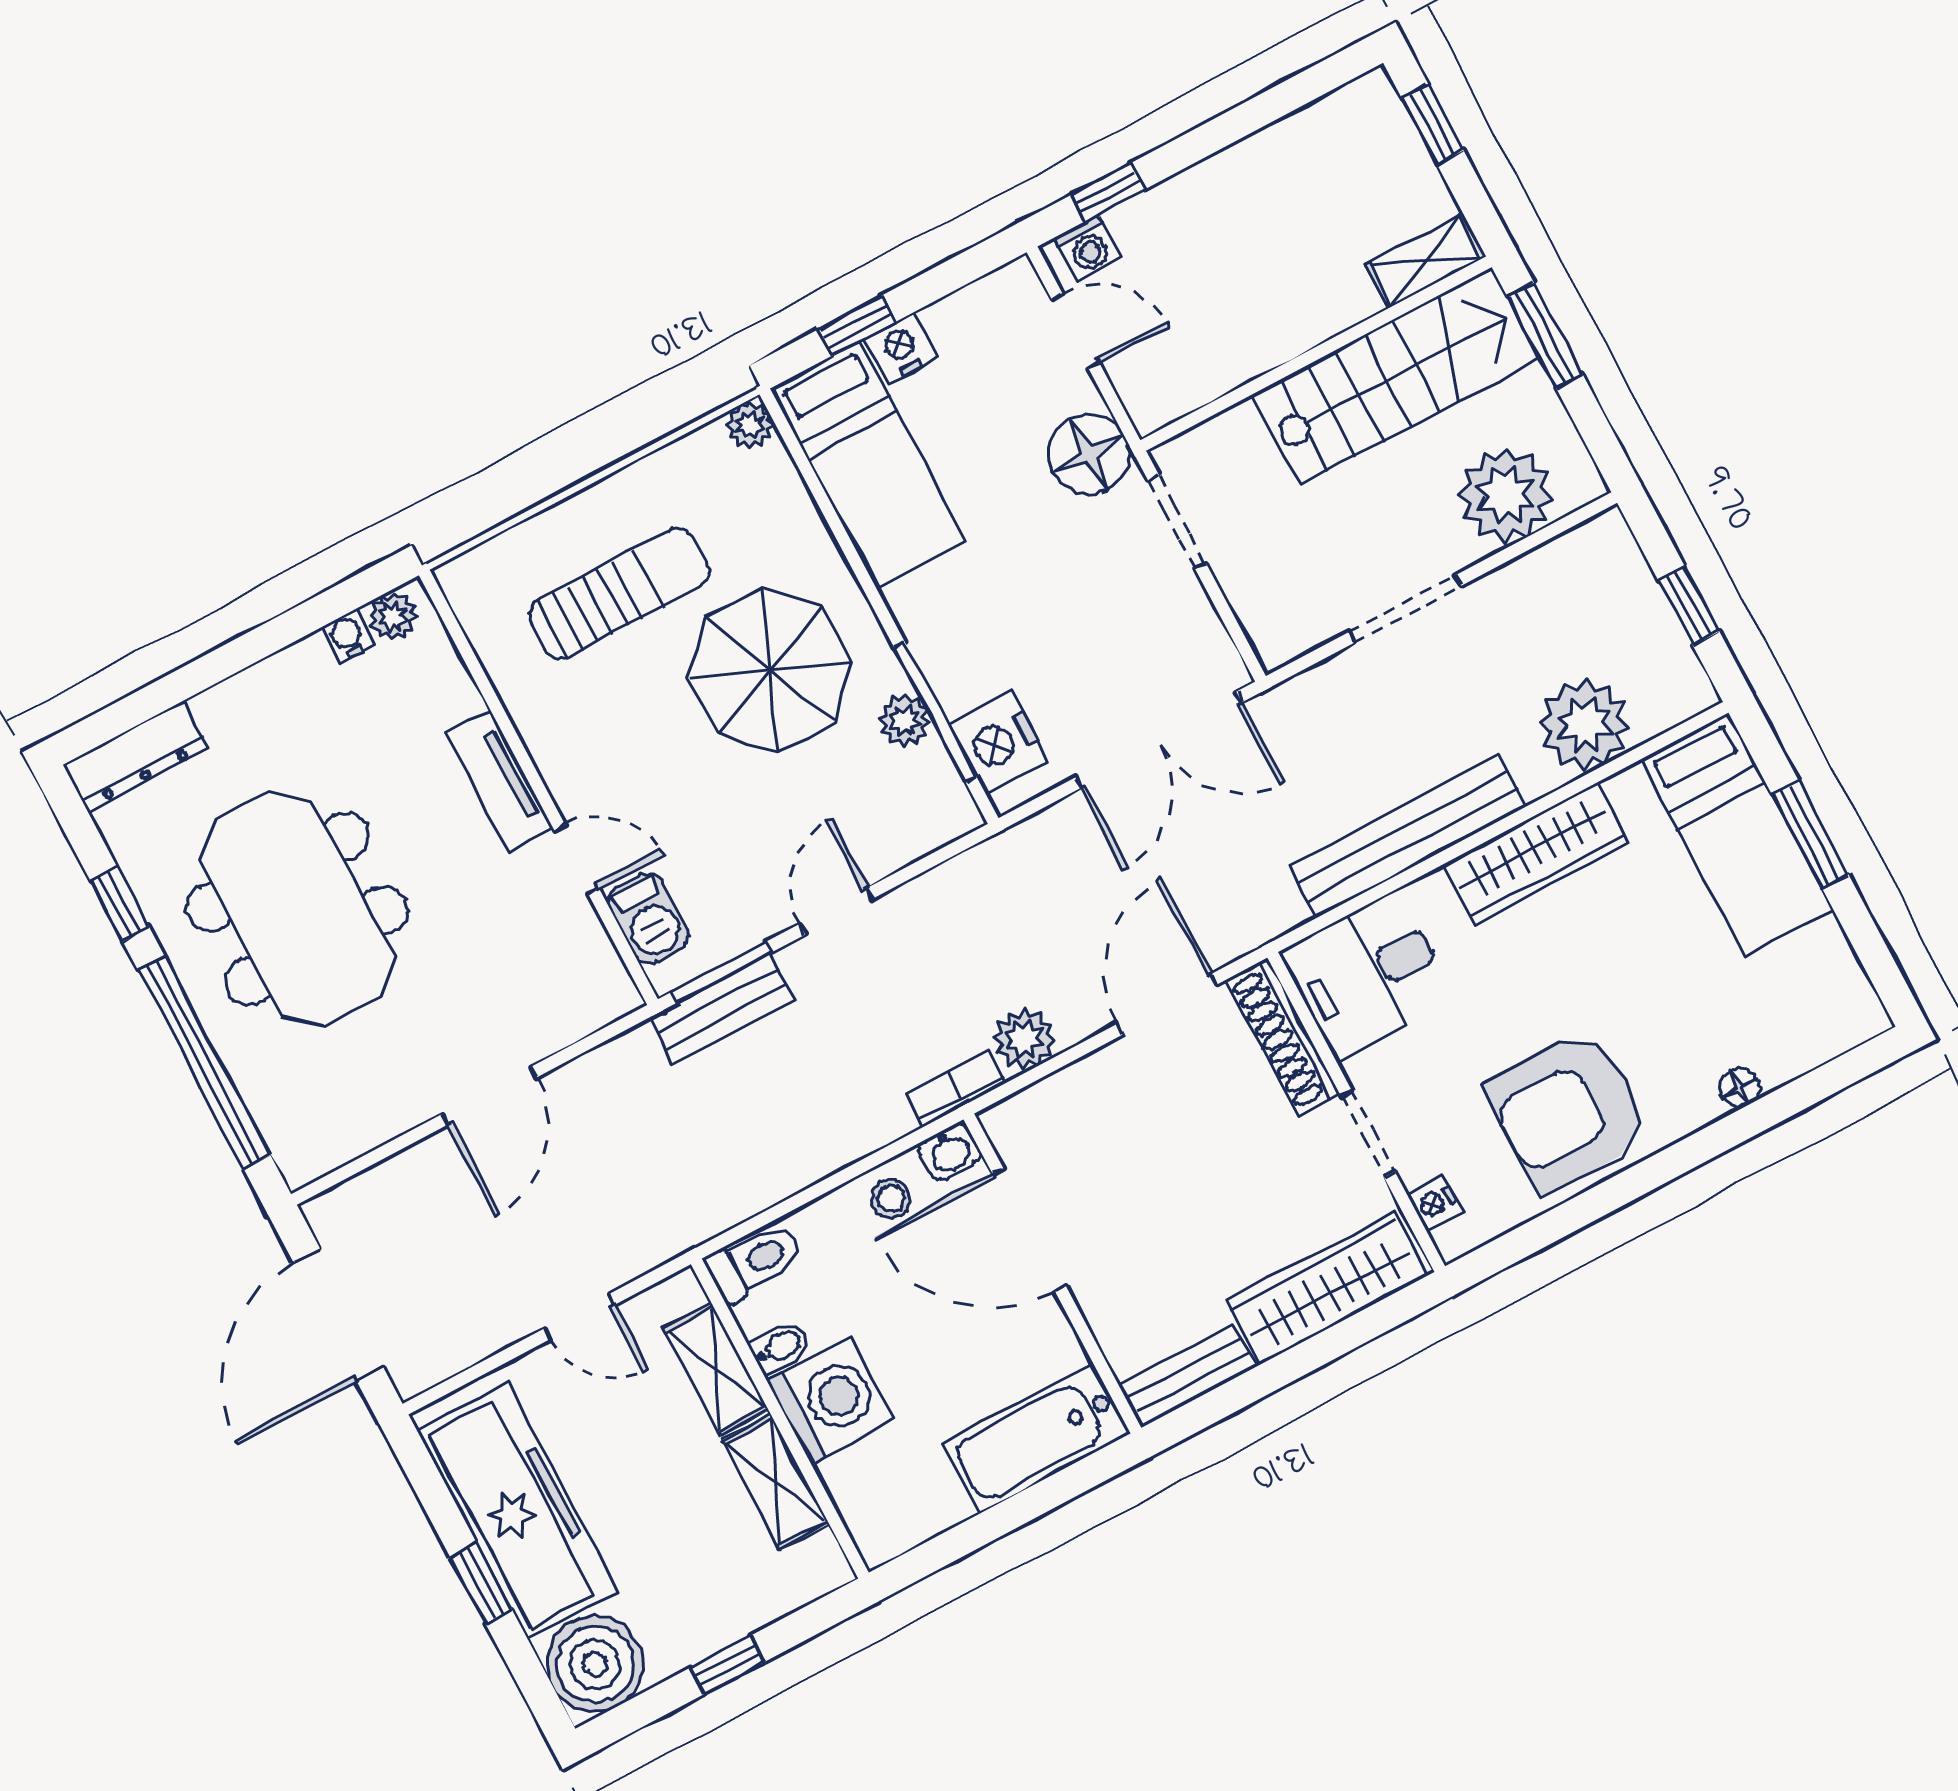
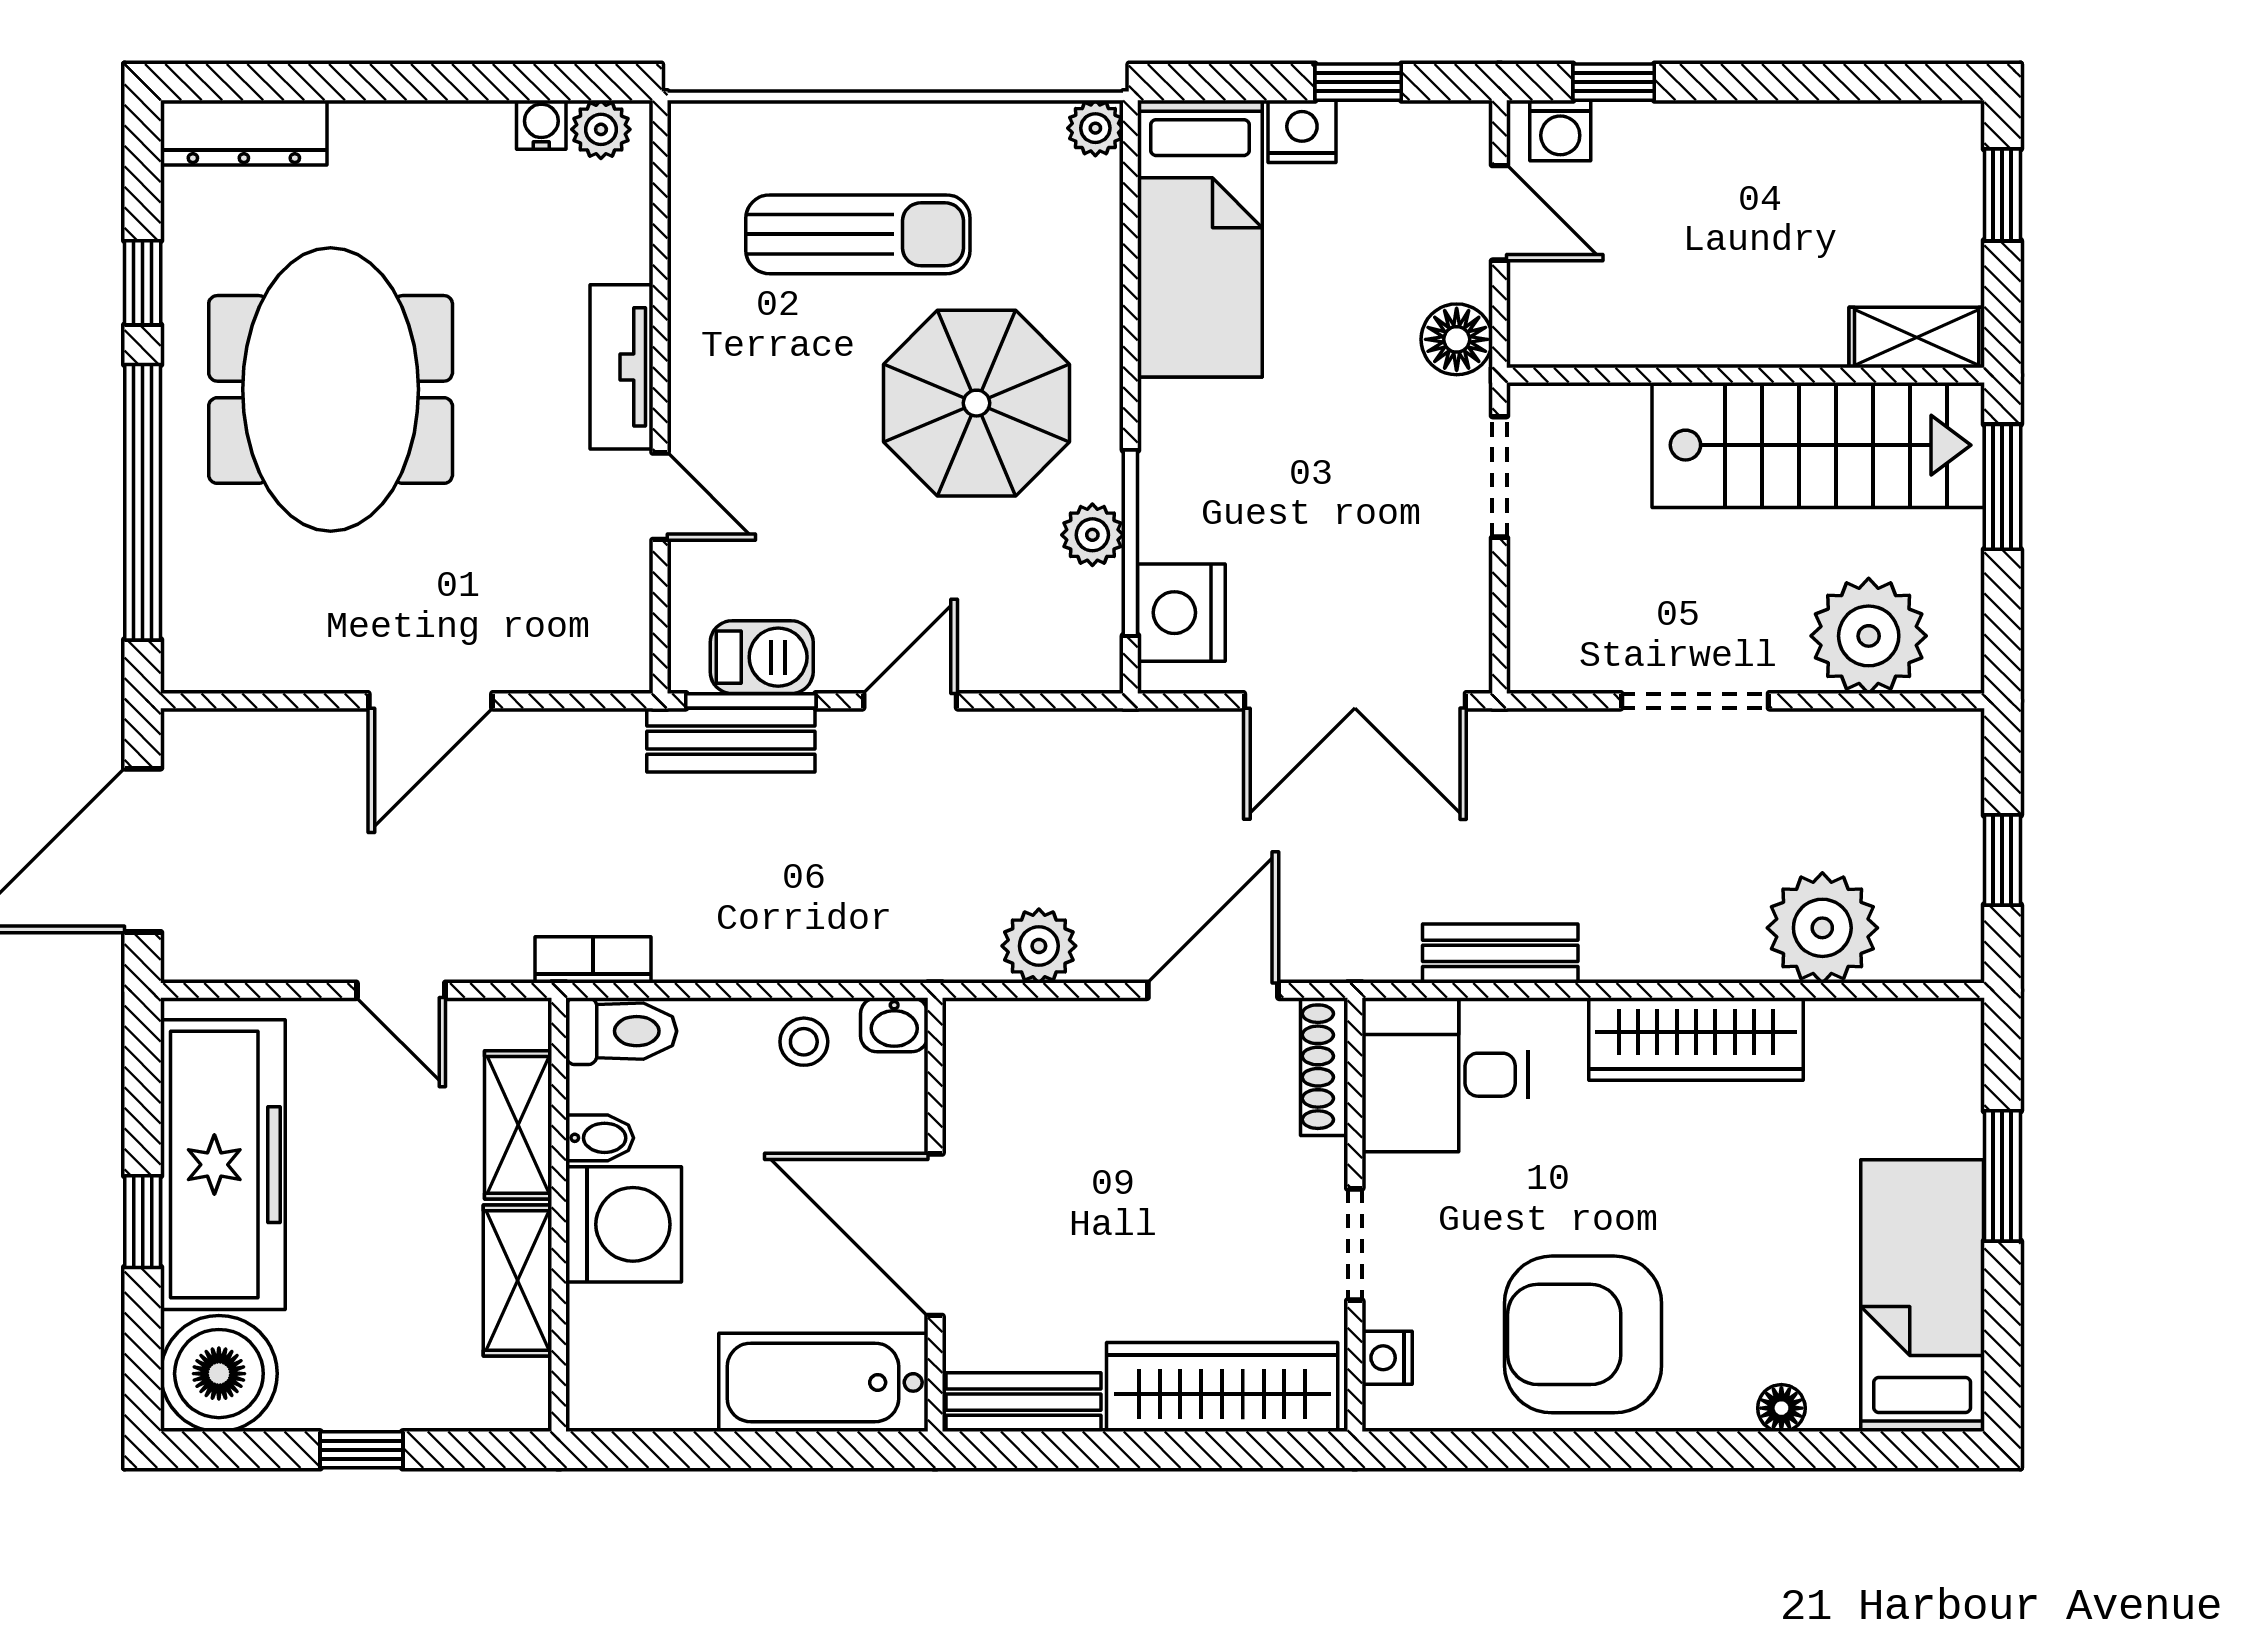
window: (857, 325) -> (1358, 82), moved
floor lamp: (1089, 454) -> (1457, 339), width x0.73, depth x0.73
bed: (1737, 834) -> (1922, 1296), moved, turned 180
bench: (1407, 836) -> (1500, 953), width x0.54, depth x0.82
barbecue: (649, 918) -> (762, 657), moved, turned -90
shoe rack: (1283, 1037) -> (1324, 1067), width x0.74, depth x0.81
bookcase: (956, 1088) -> (593, 960), moved
door: (1029, 1230) -> (935, 1235), moved

